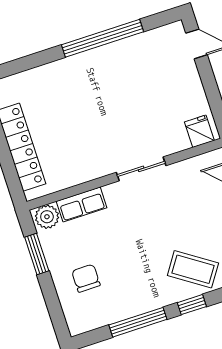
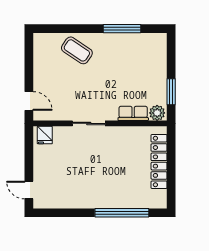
window: (103, 38) -> (122, 213), moved
chair: (86, 278) -> (145, 67), removed
window: (192, 305) -> (85, 29), removed

